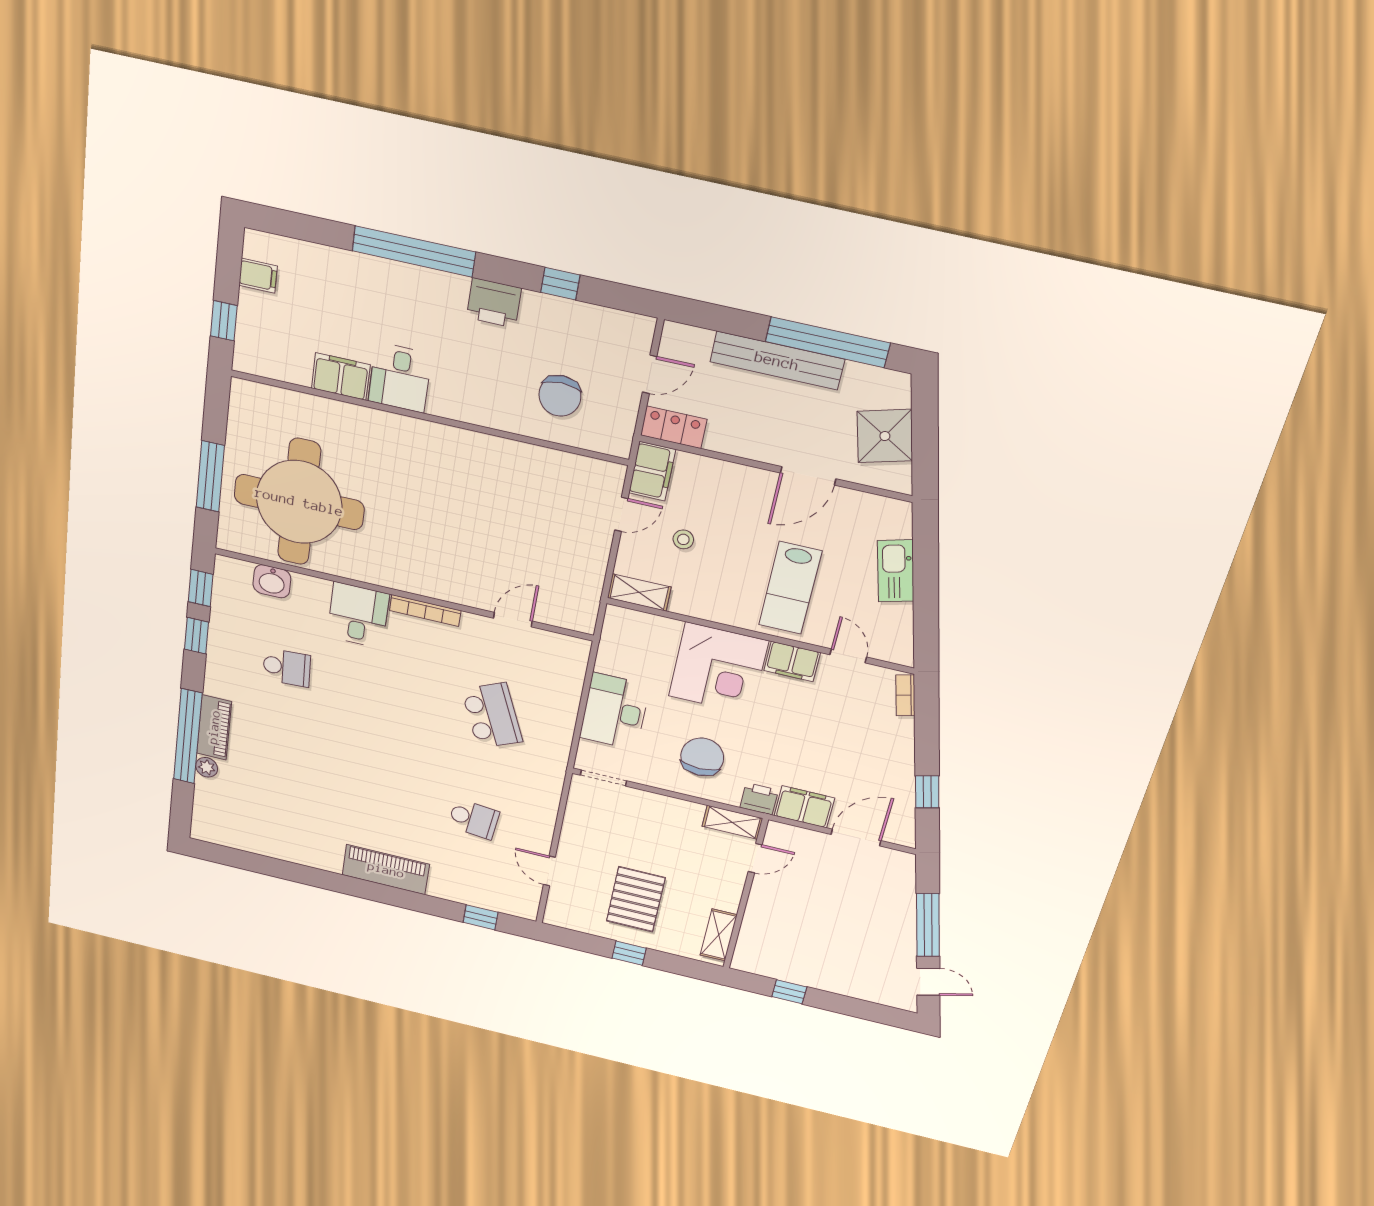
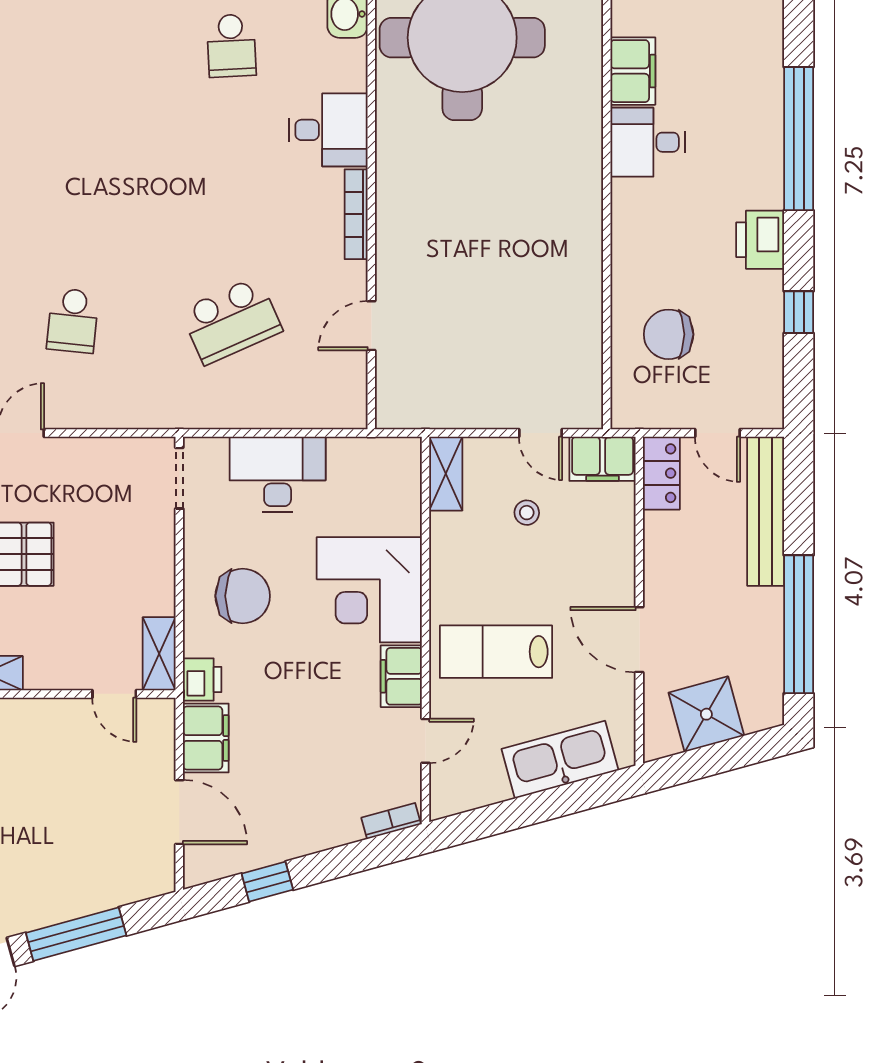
bench: (777, 361) -> (766, 511), moved
kitchen sink: (896, 571) -> (560, 760), width x1.36, depth x1.24
door: (513, 620) -> (371, 326), swing flipped

